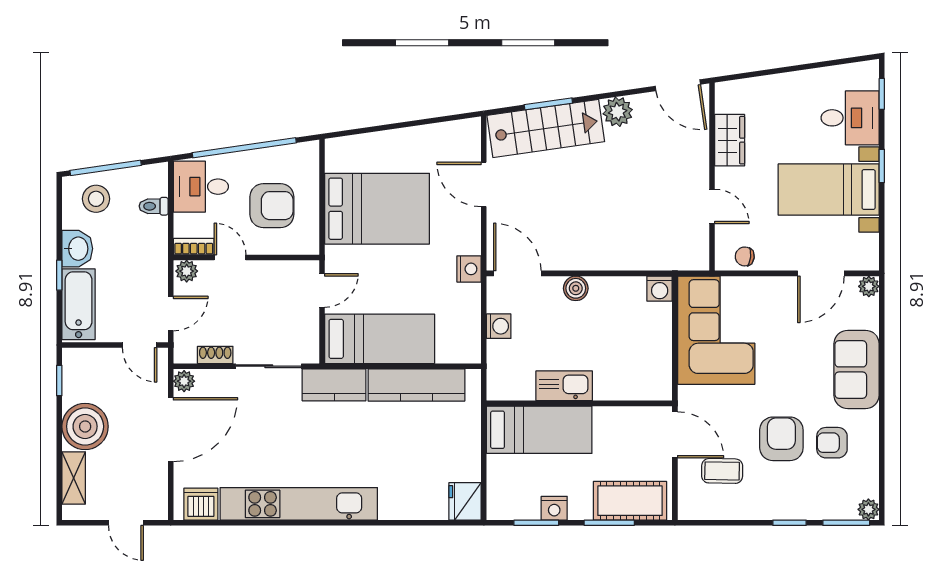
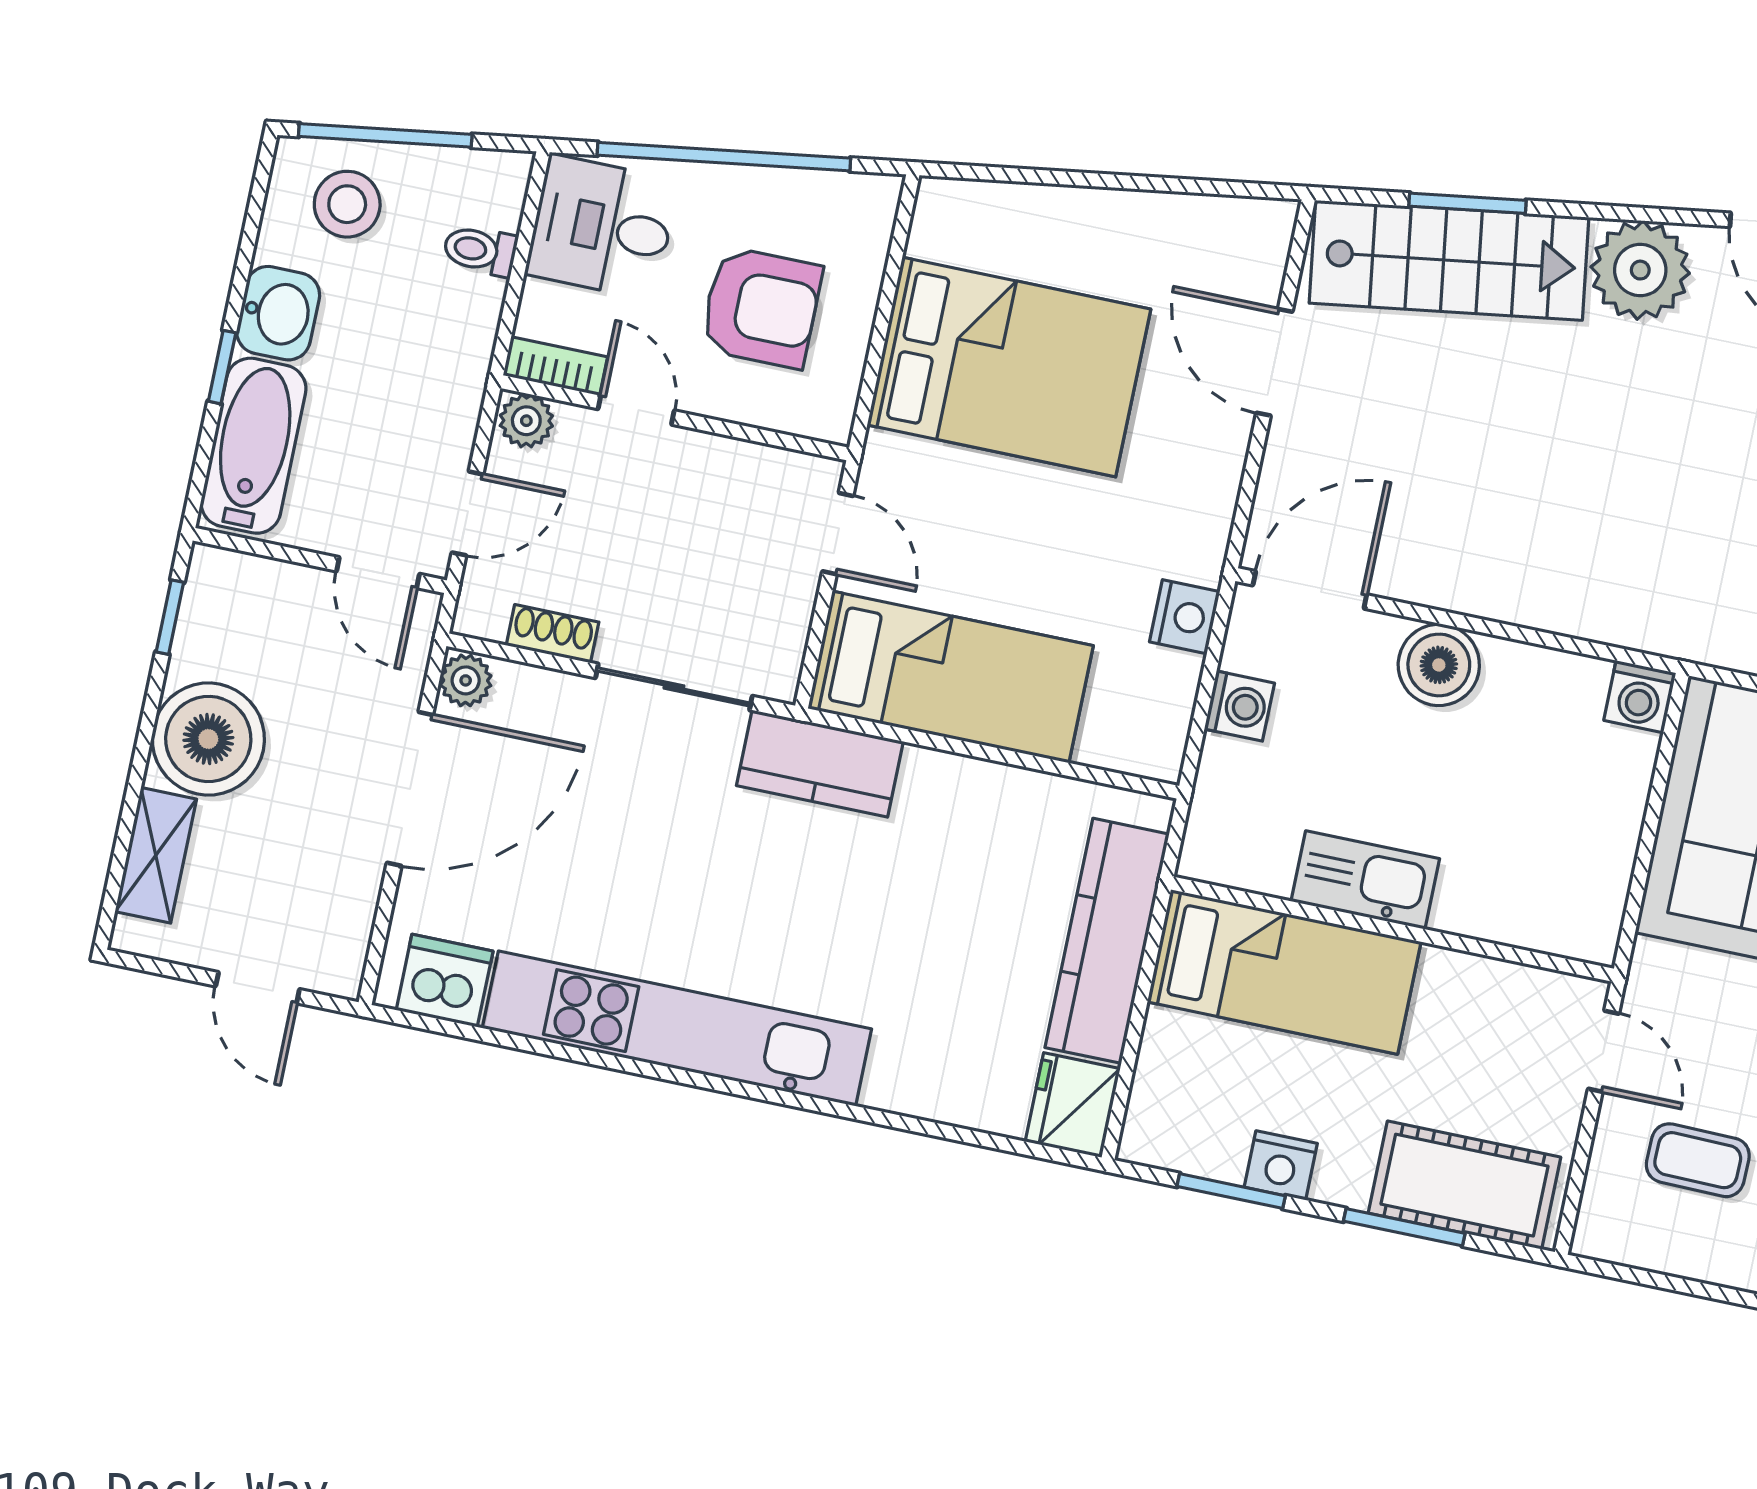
plant: (618, 112) -> (1640, 270), width x1.36, depth x1.36
nightstand: (469, 269) -> (1185, 617), moved
door: (517, 273) -> (1310, 590), hinge flipped
boiler: (576, 288) -> (1439, 665), width x1.36, depth x1.36
door: (322, 290) -> (838, 534), hinge flipped
kitchen counter: (416, 385) -> (1107, 941), moved, turned 90
door: (675, 435) -> (1603, 1051), width x0.73

